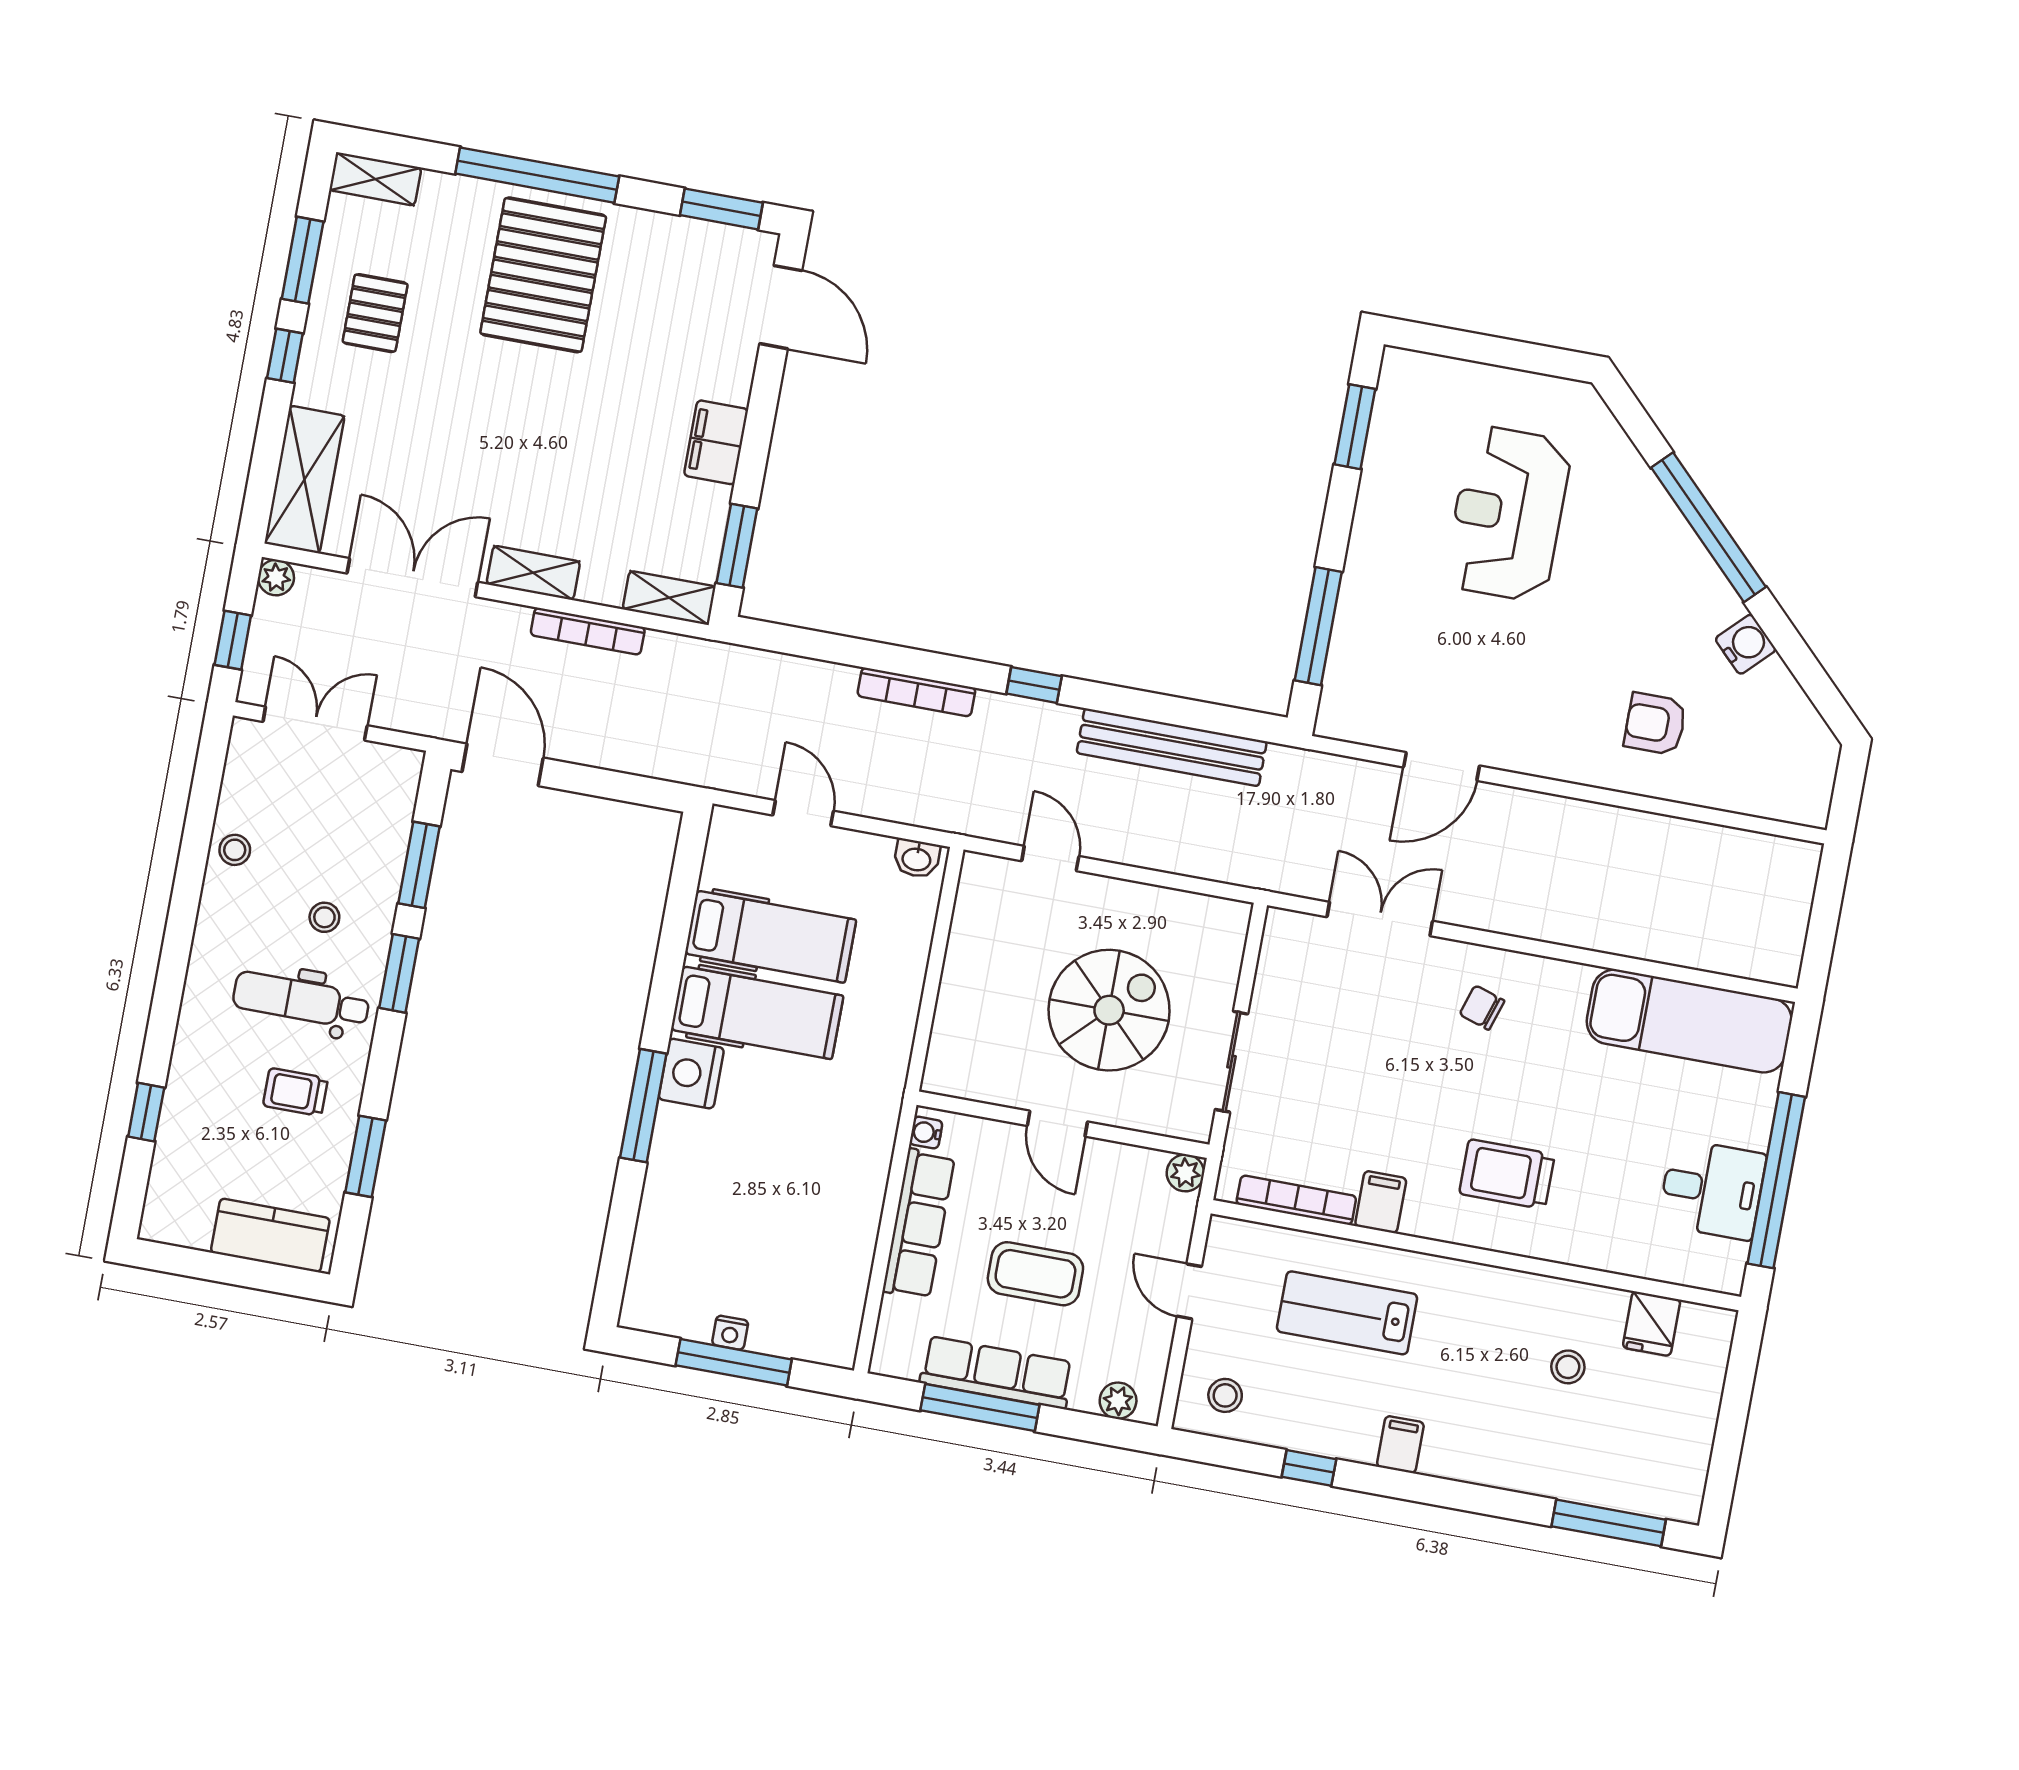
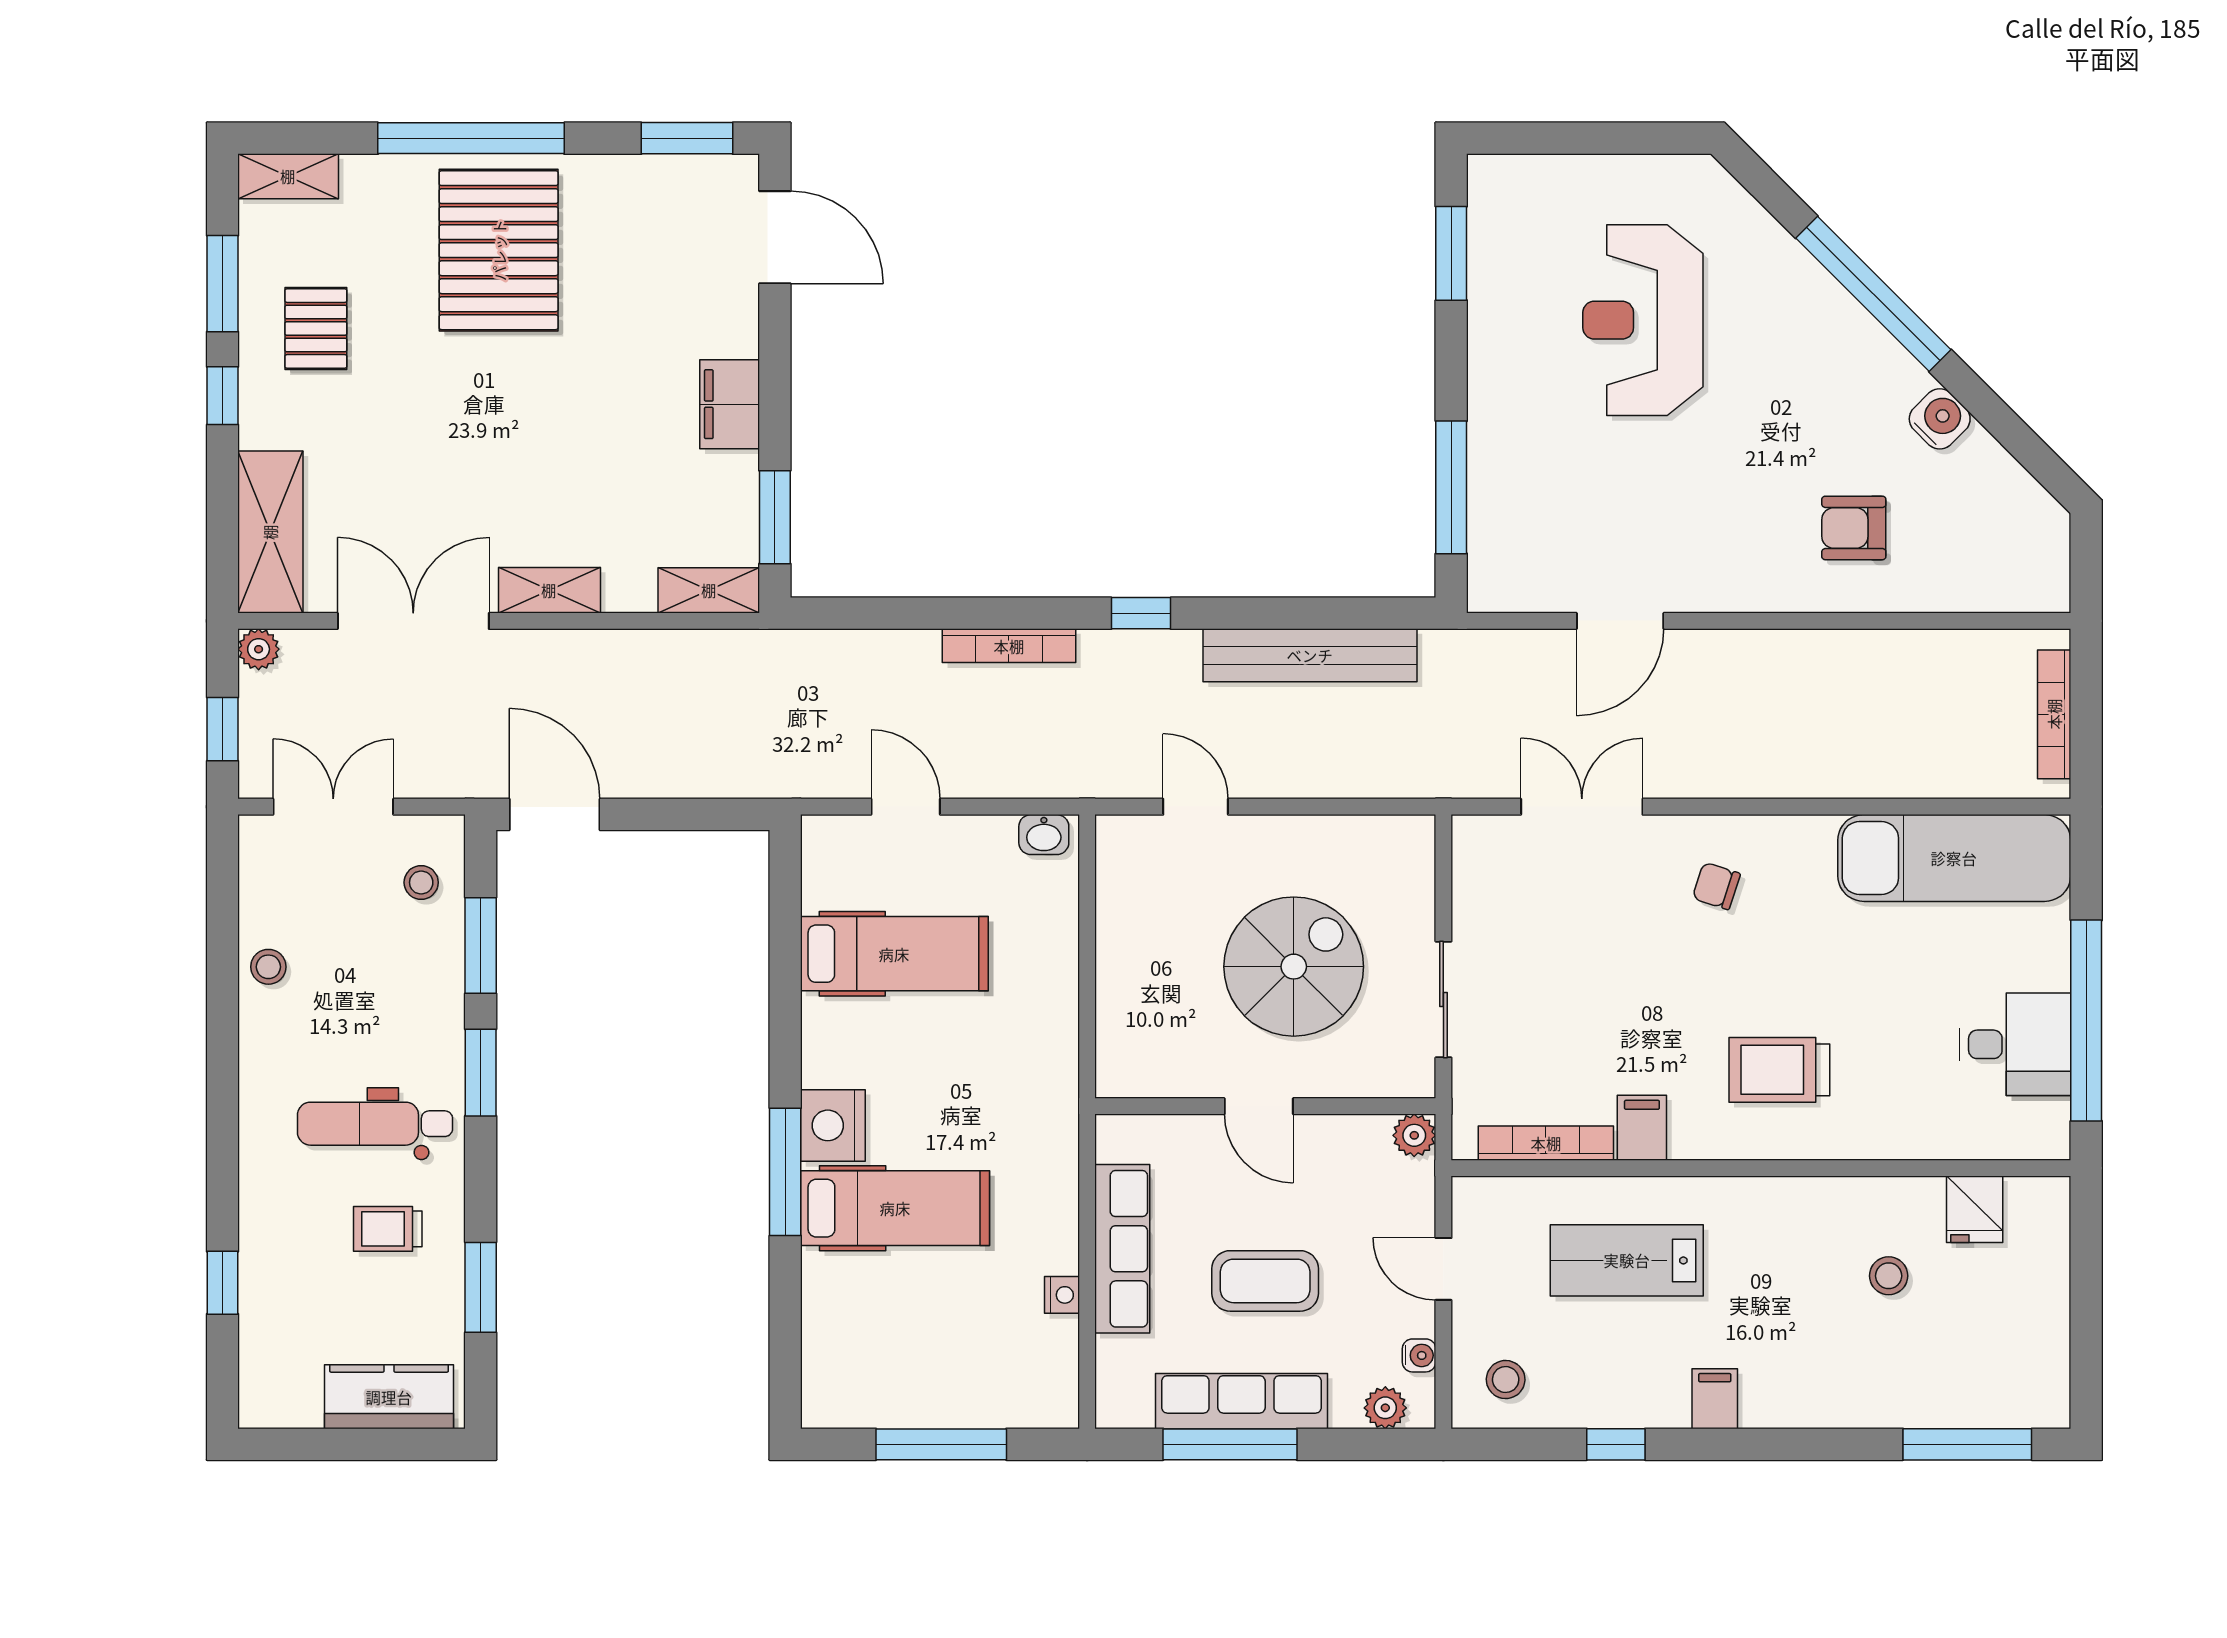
bookcase: (588, 631) -> (2054, 714), moved, turned 90
stool: (324, 917) -> (421, 882), moved
hospital bed: (757, 1013) -> (895, 1208), moved
water cooler: (926, 1133) -> (1419, 1355), moved, turned 180
nightstand: (730, 1333) -> (1062, 1295), moved, turned -90

